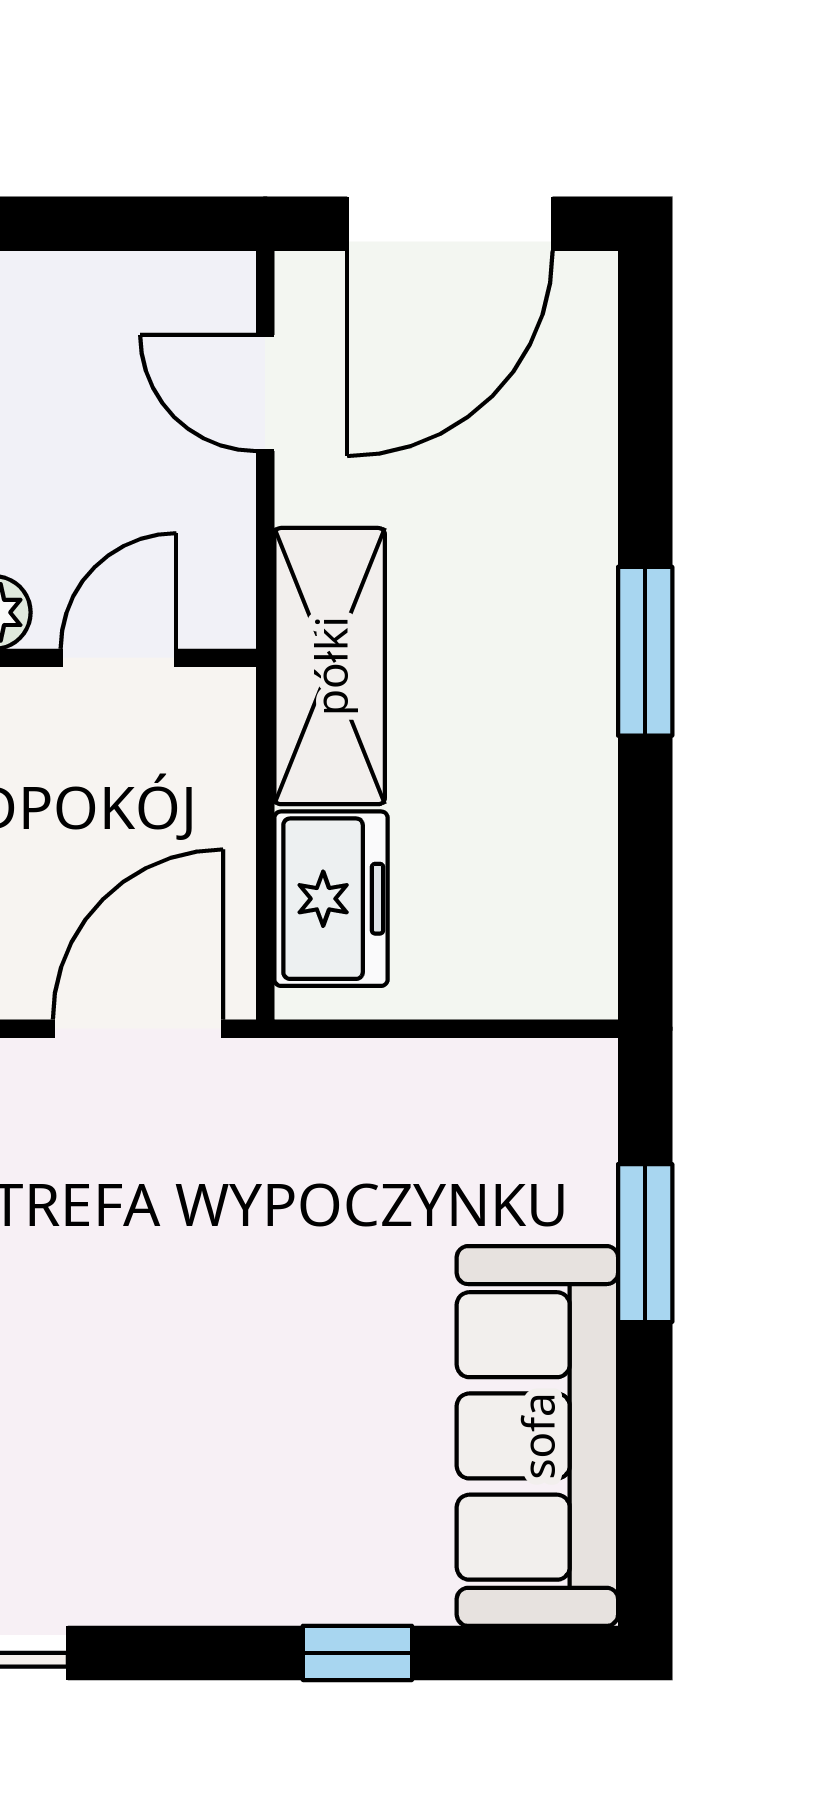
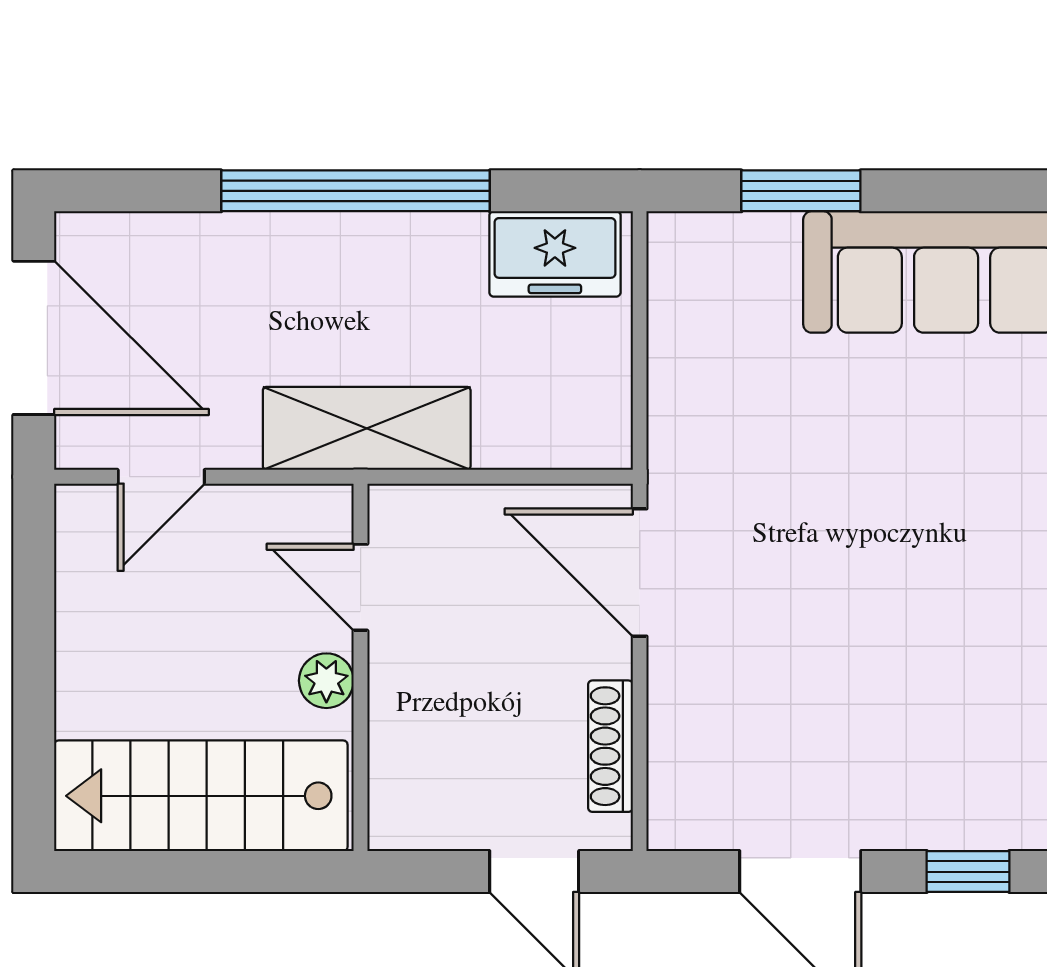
window: (645, 651) -> (356, 191), width x2.11
freezer: (331, 899) -> (555, 254), moved, turned 180

